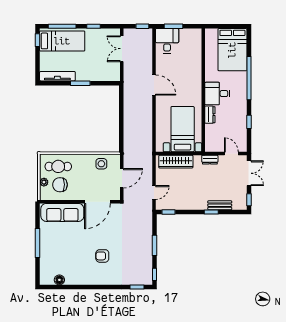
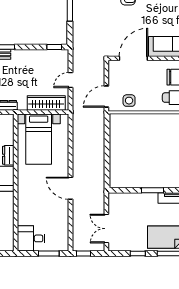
desk: (167, 41) -> (31, 238), moved, turned 90
double door: (122, 49) -> (106, 229), swing flipped
door: (122, 178) -> (106, 97), moved
door: (154, 193) -> (70, 80), moved

